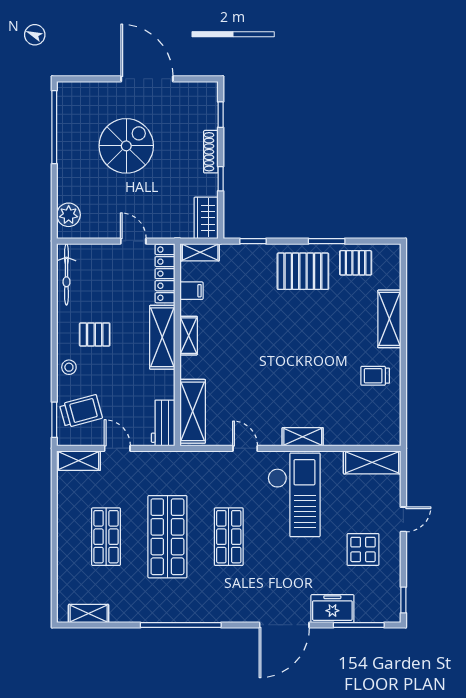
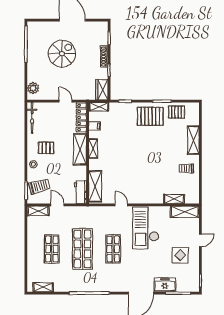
shelving: (303, 437) -> (174, 199), moved
checkout: (294, 495) -> (146, 228), turned 180

